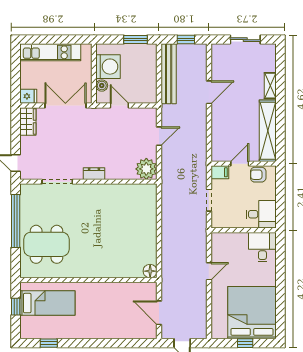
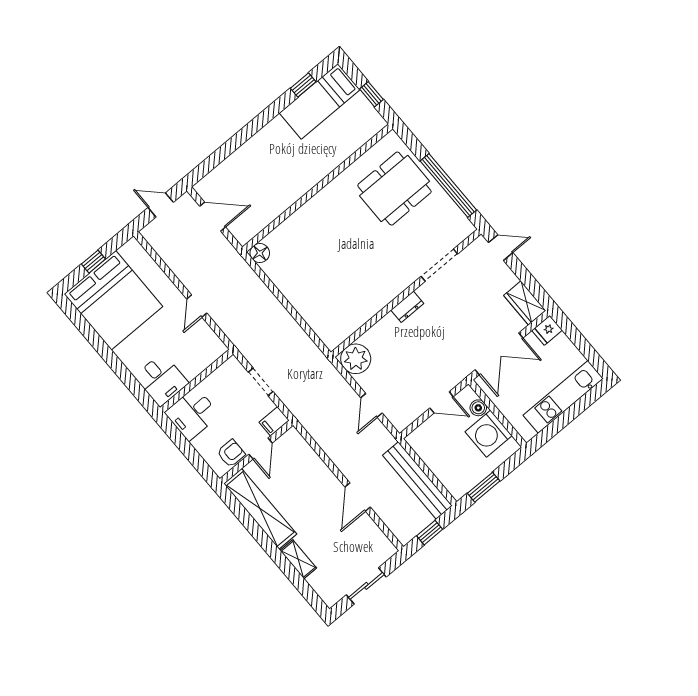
bed: (47, 303) -> (320, 101), moved

